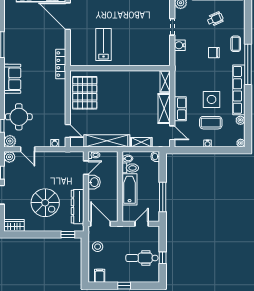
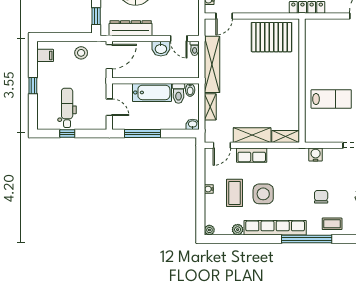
lab bench: (103, 45) -> (331, 99), moved
water cooler: (180, 45) -> (316, 155), moved

